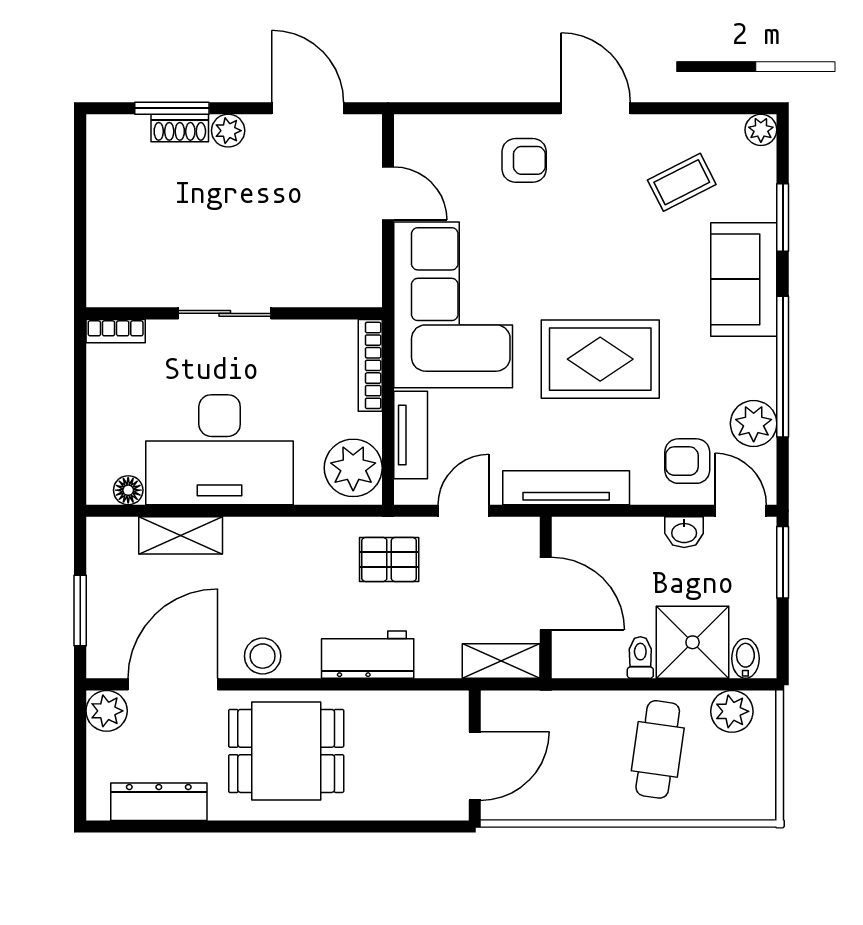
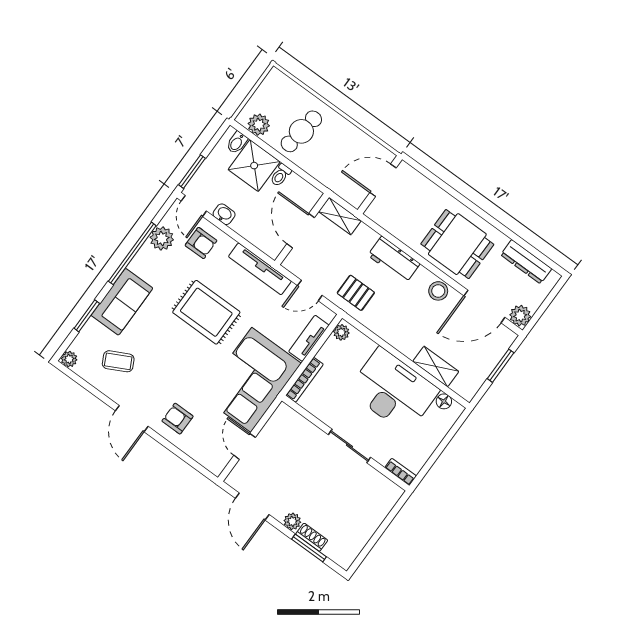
plant: (353, 468) -> (341, 332), width x0.53, depth x0.53

